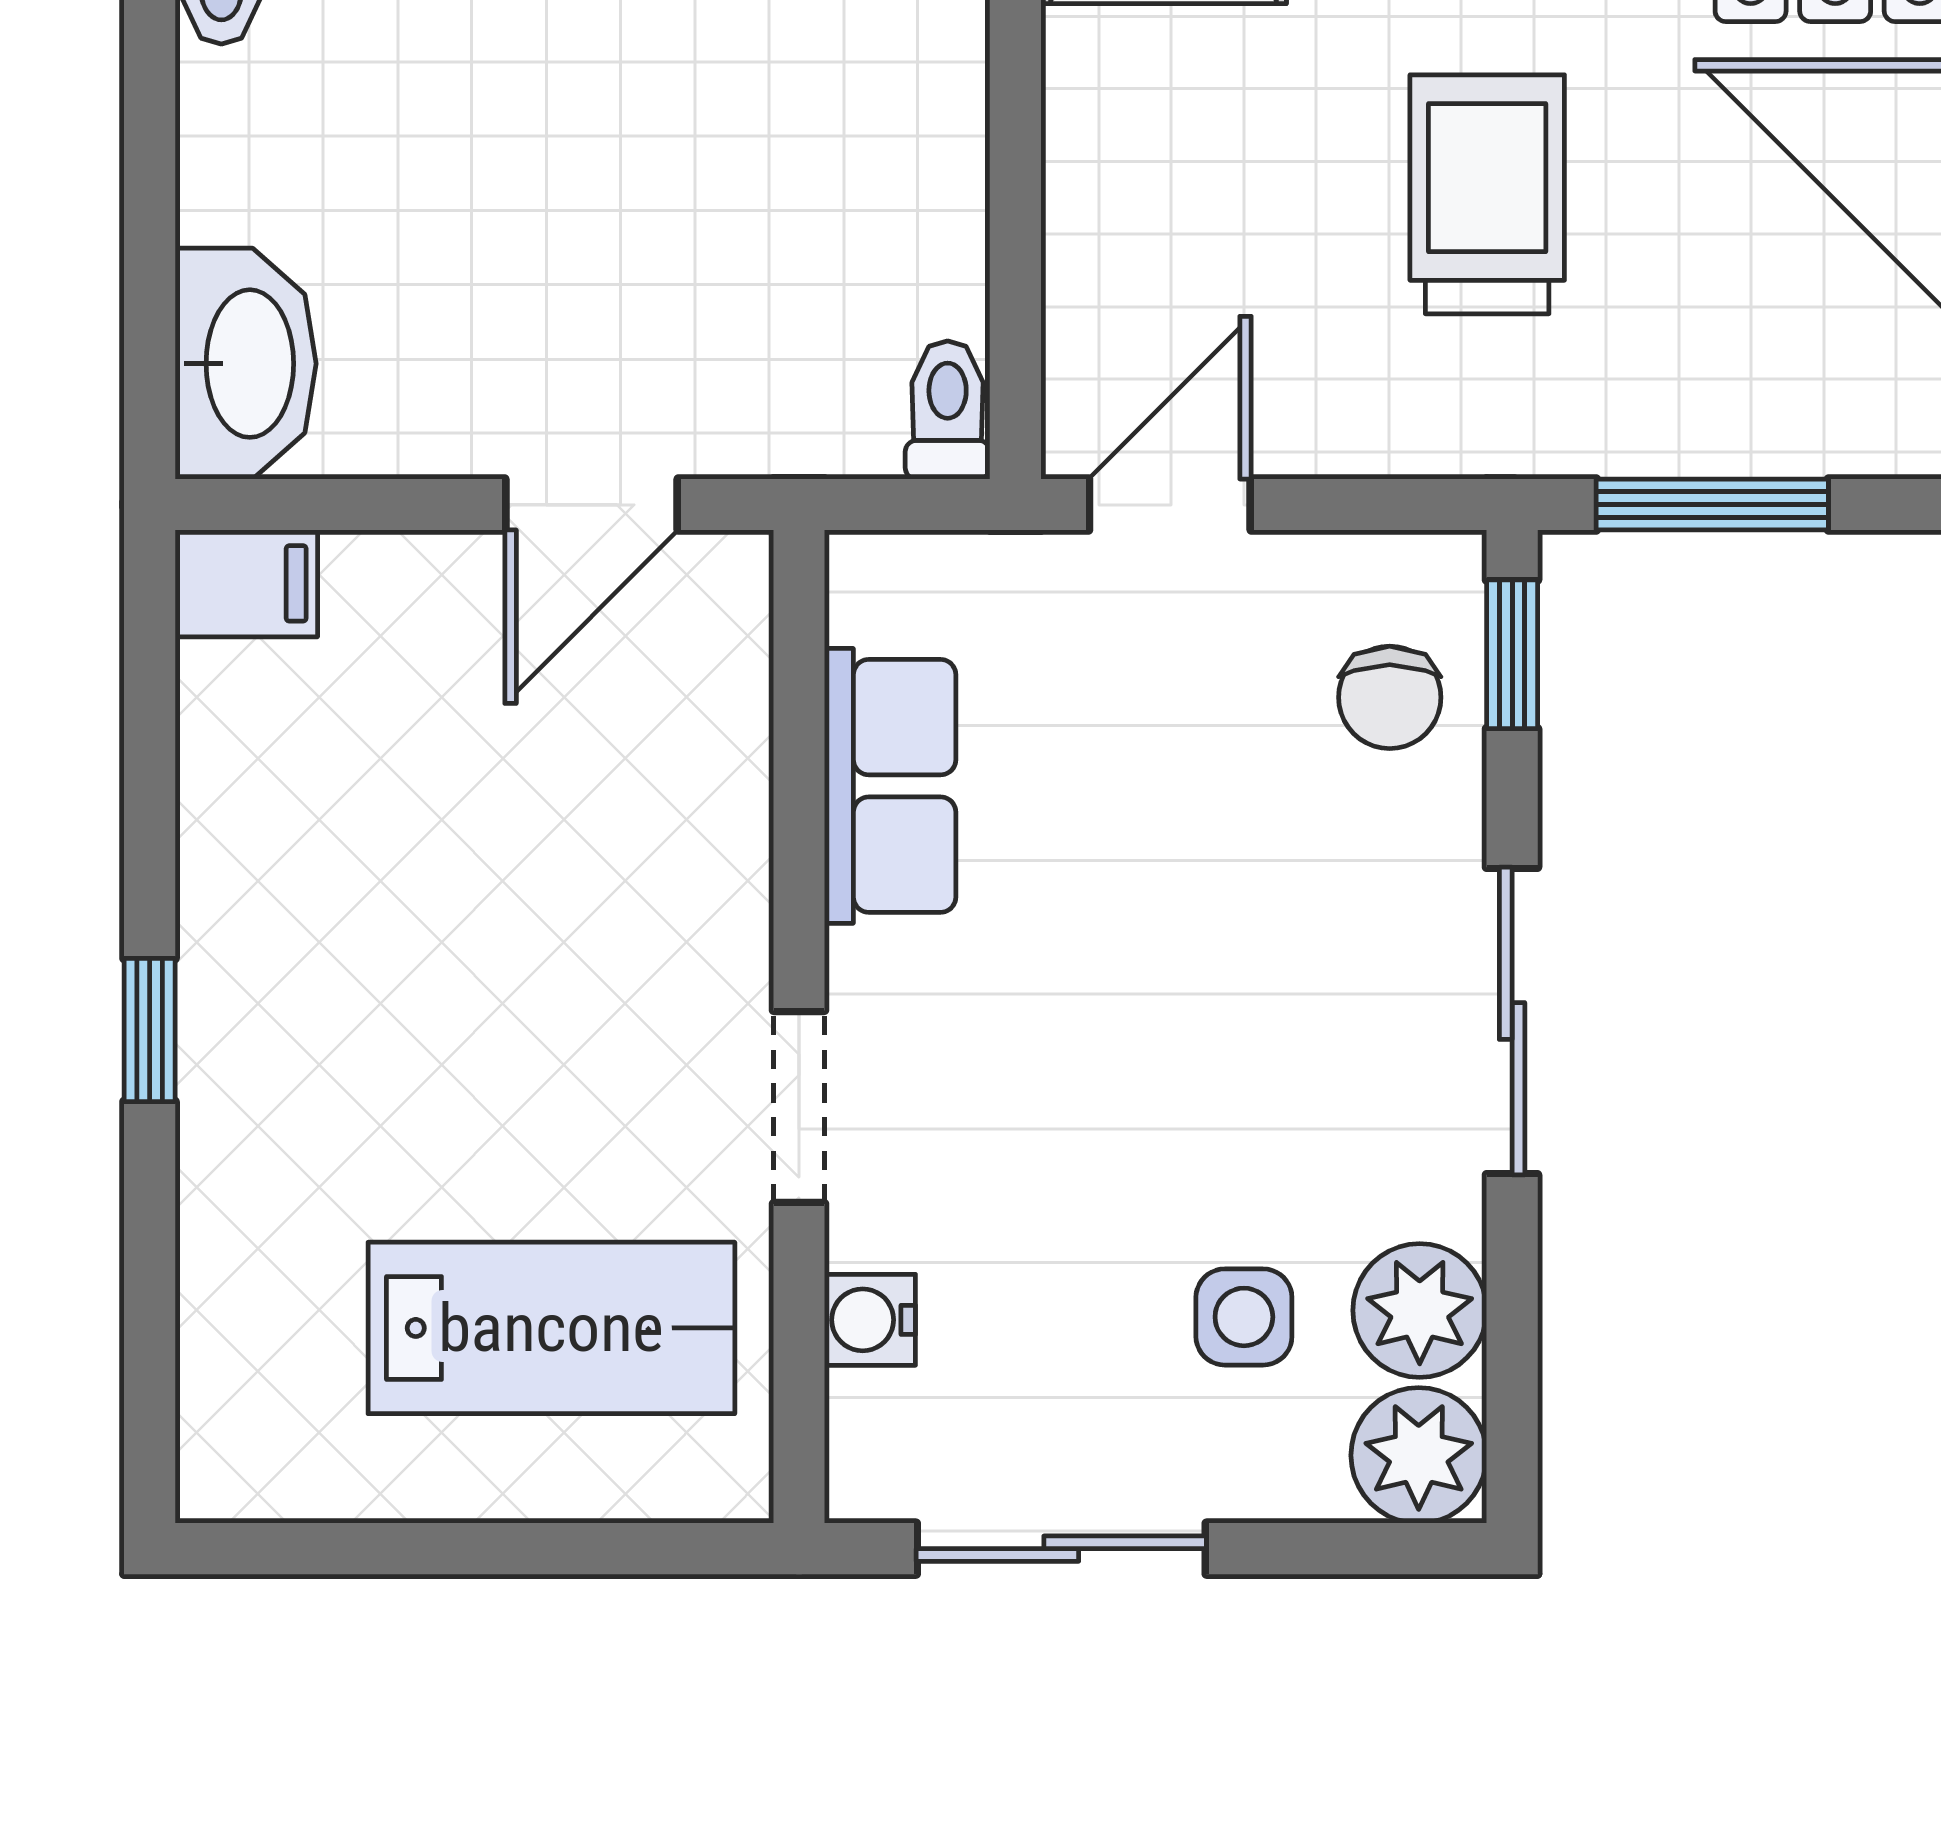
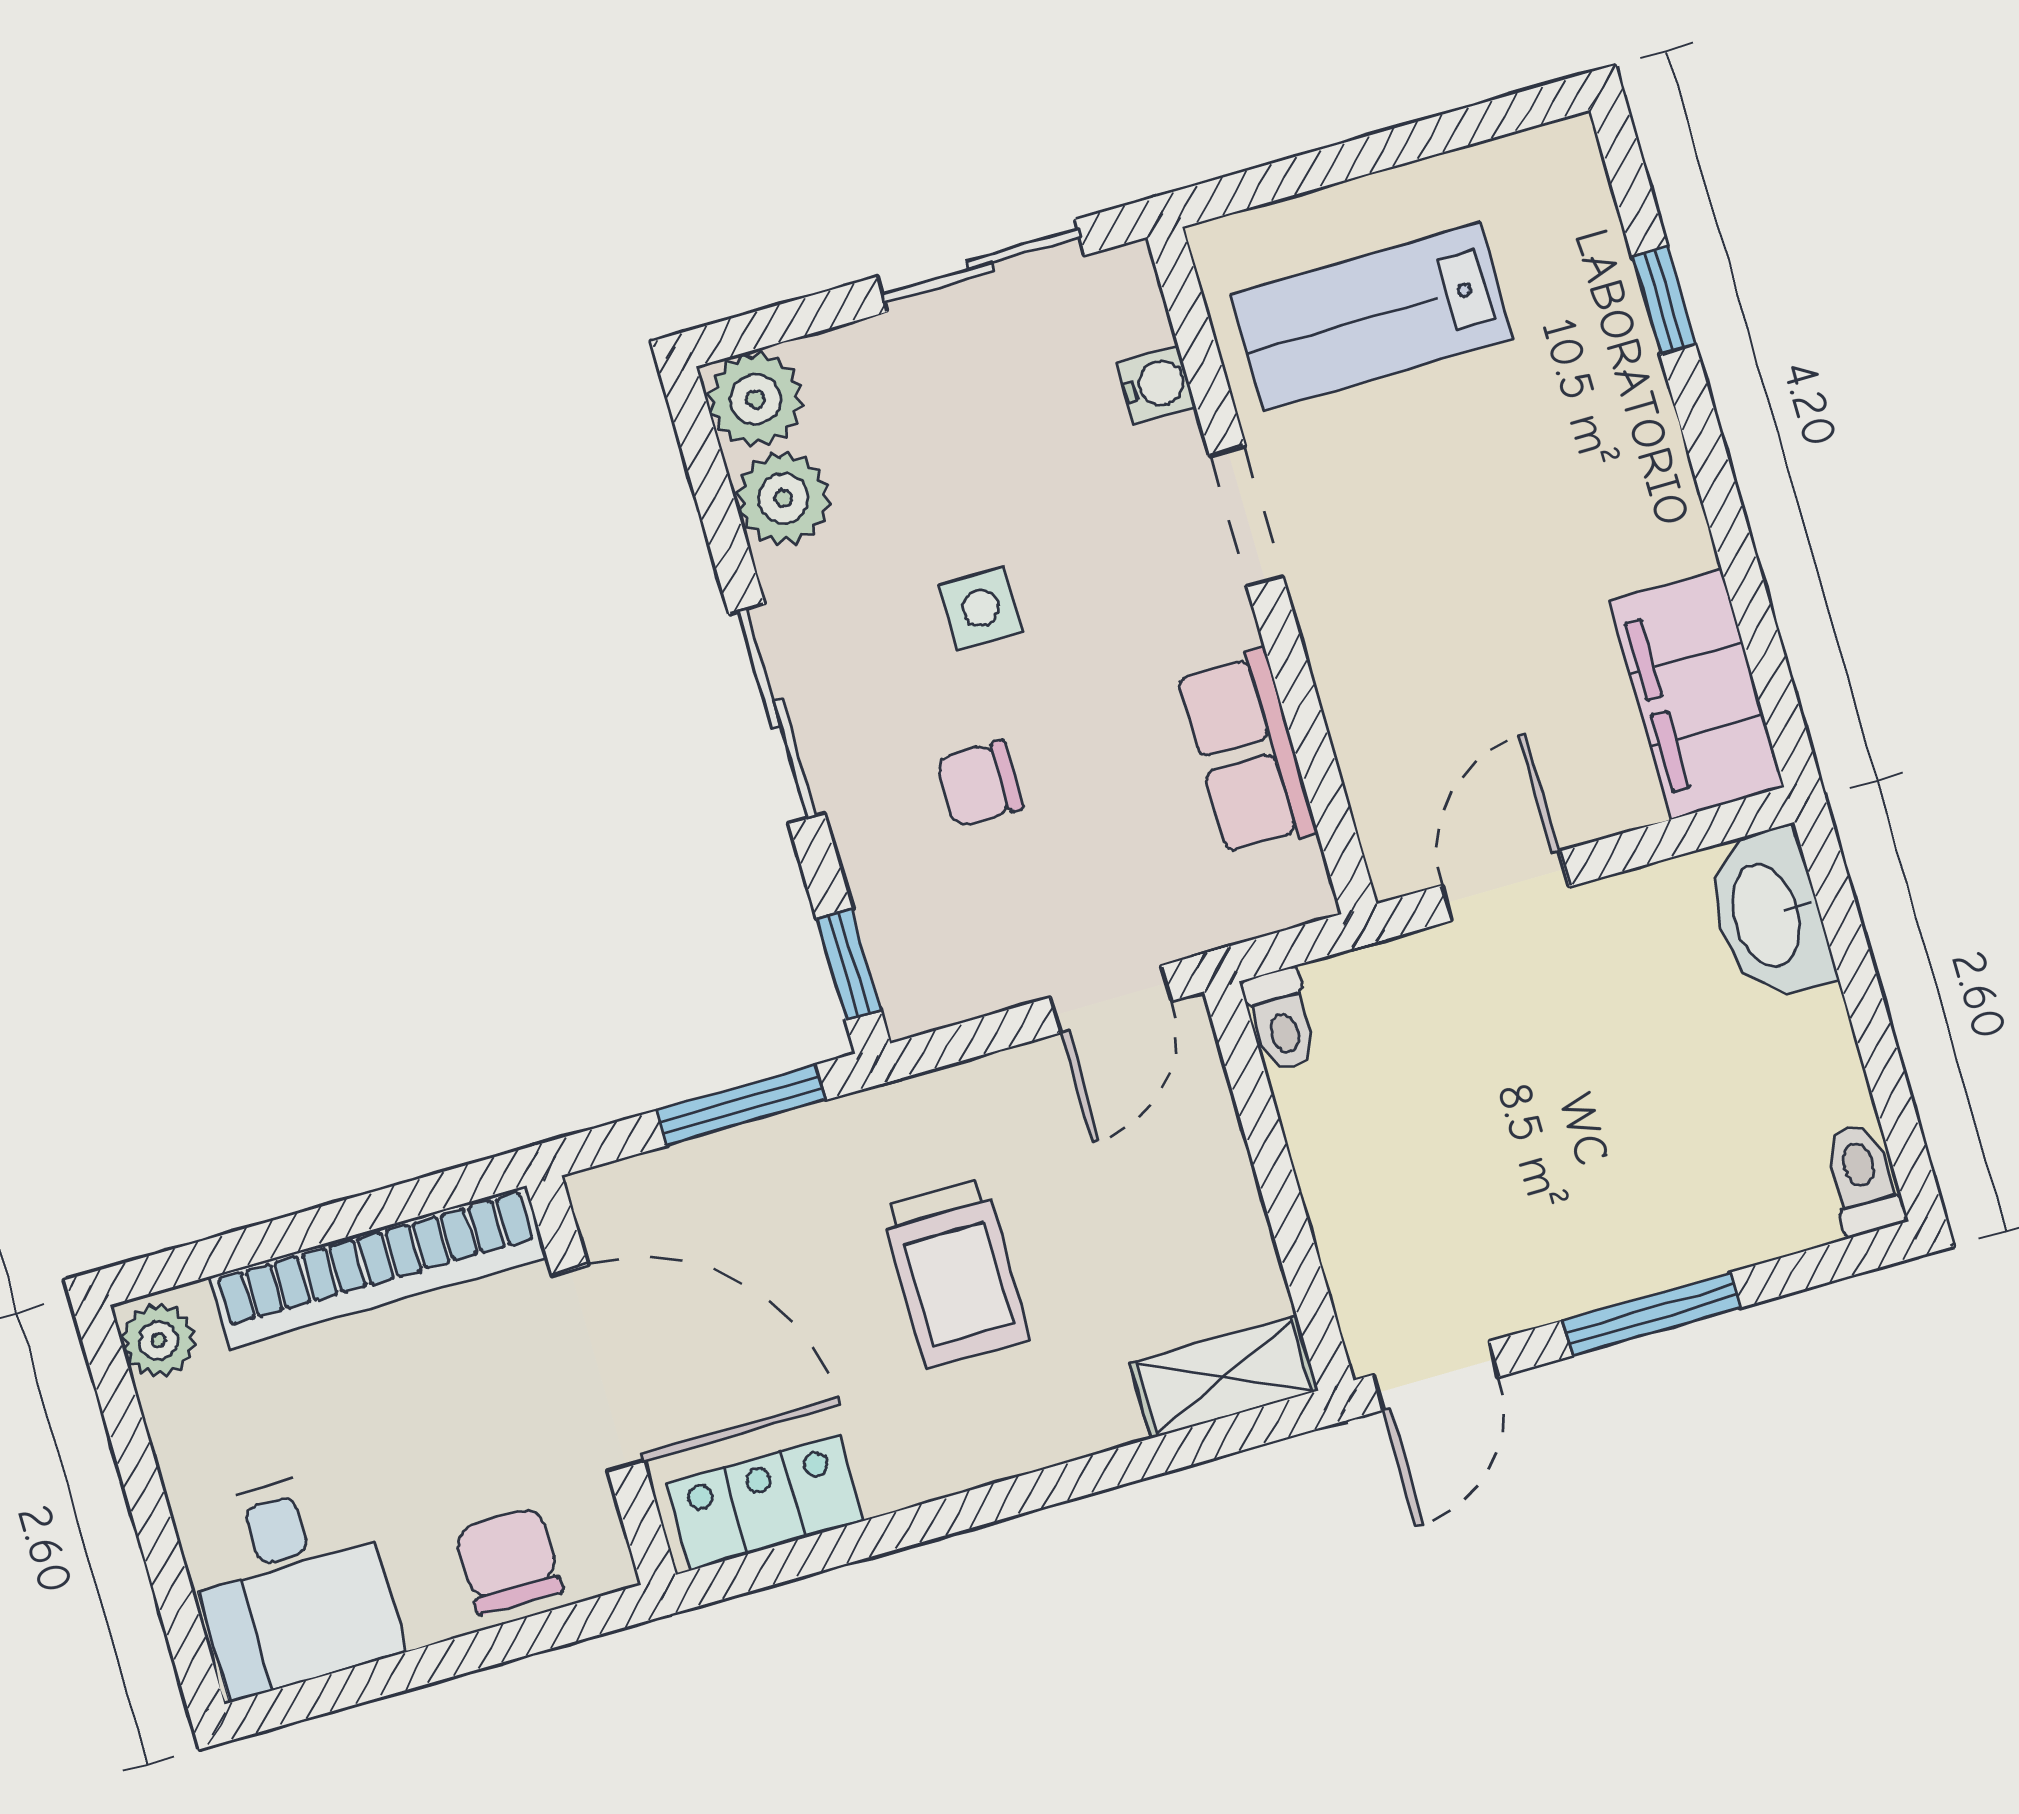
filing cabinet: (246, 583) -> (1696, 694), width x3.00, depth x1.17
chair: (1390, 697) -> (979, 784), moved, turned -90
window: (150, 1030) -> (1664, 300), moved
side table: (1244, 1317) -> (981, 608), moved

